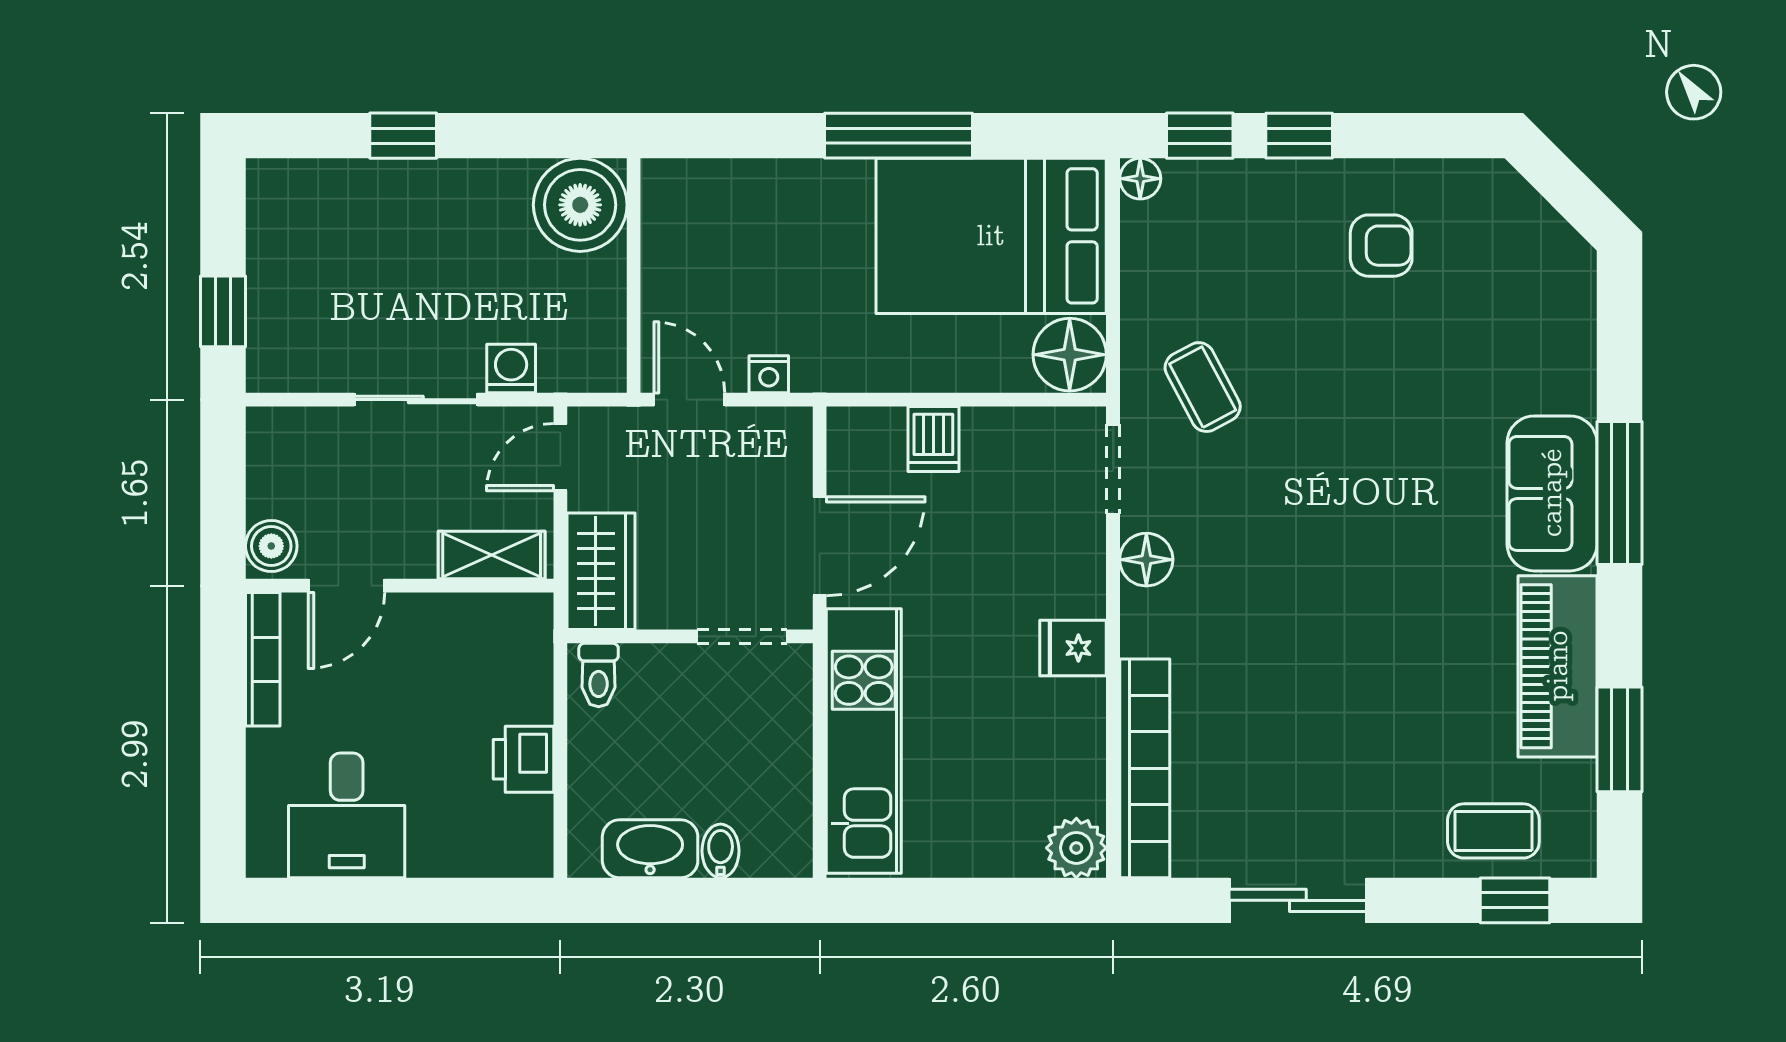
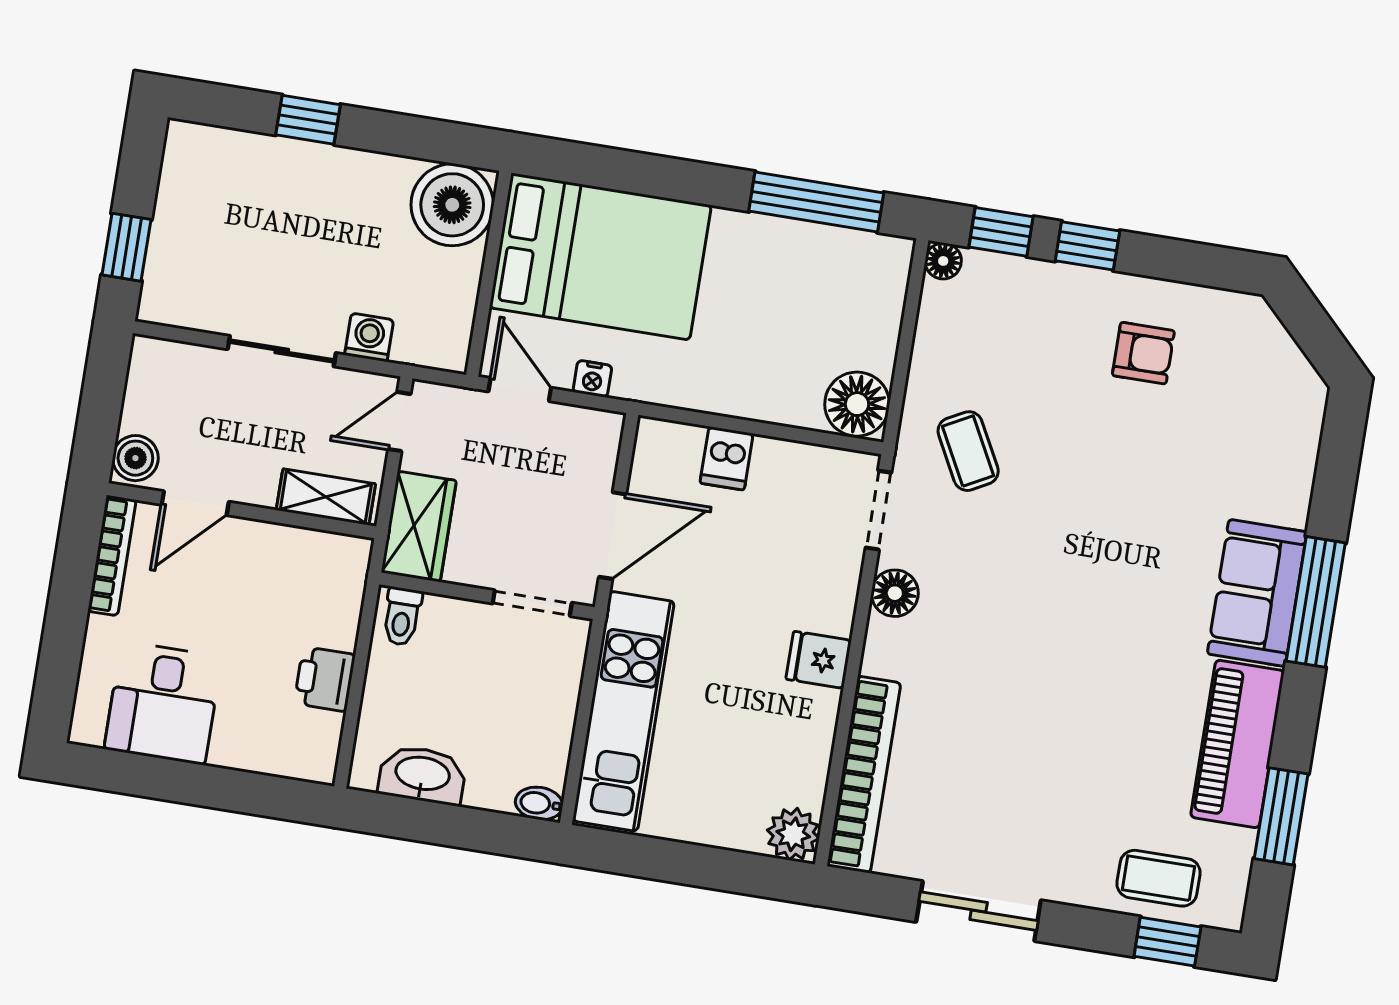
window: (899, 136) -> (816, 202), moved
bed: (991, 236) -> (600, 257), moved, turned 180
bidet: (721, 851) -> (539, 803), moved, turned -90

